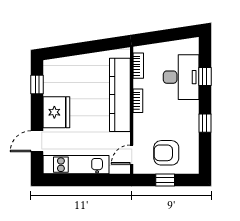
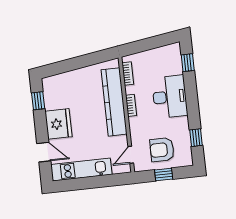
window: (205, 76) -> (188, 63), moved
desk: (181, 77) -> (170, 97), moved
window: (205, 123) -> (196, 138), moved
door: (37, 141) -> (44, 152), swing flipped

